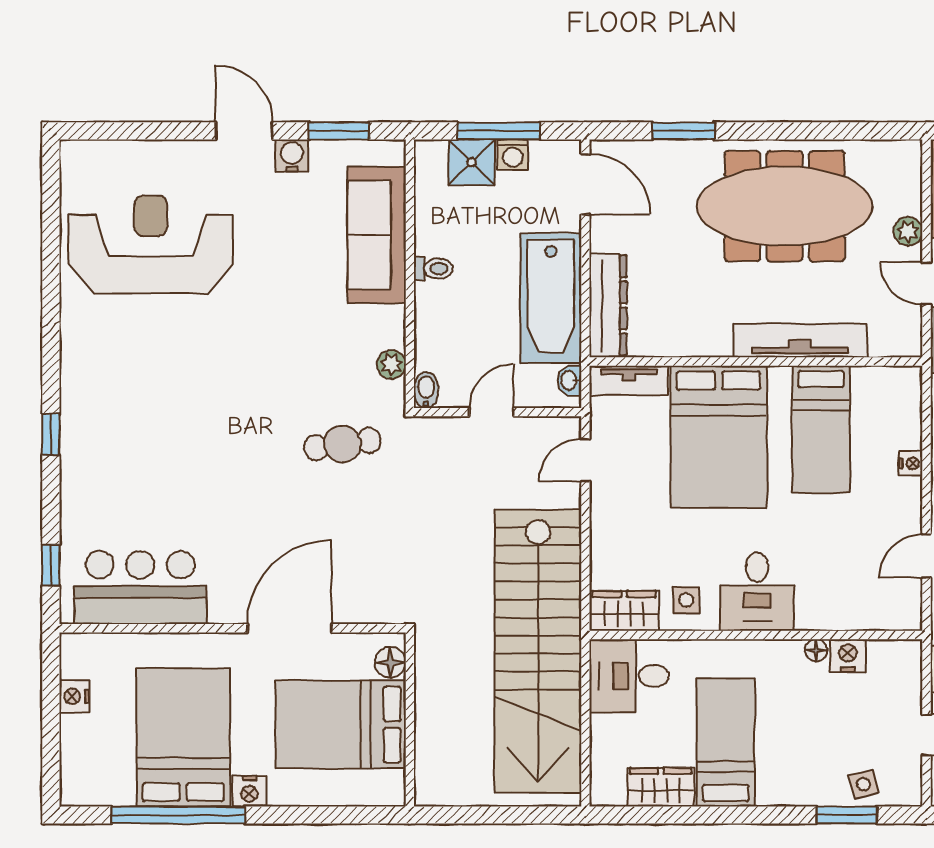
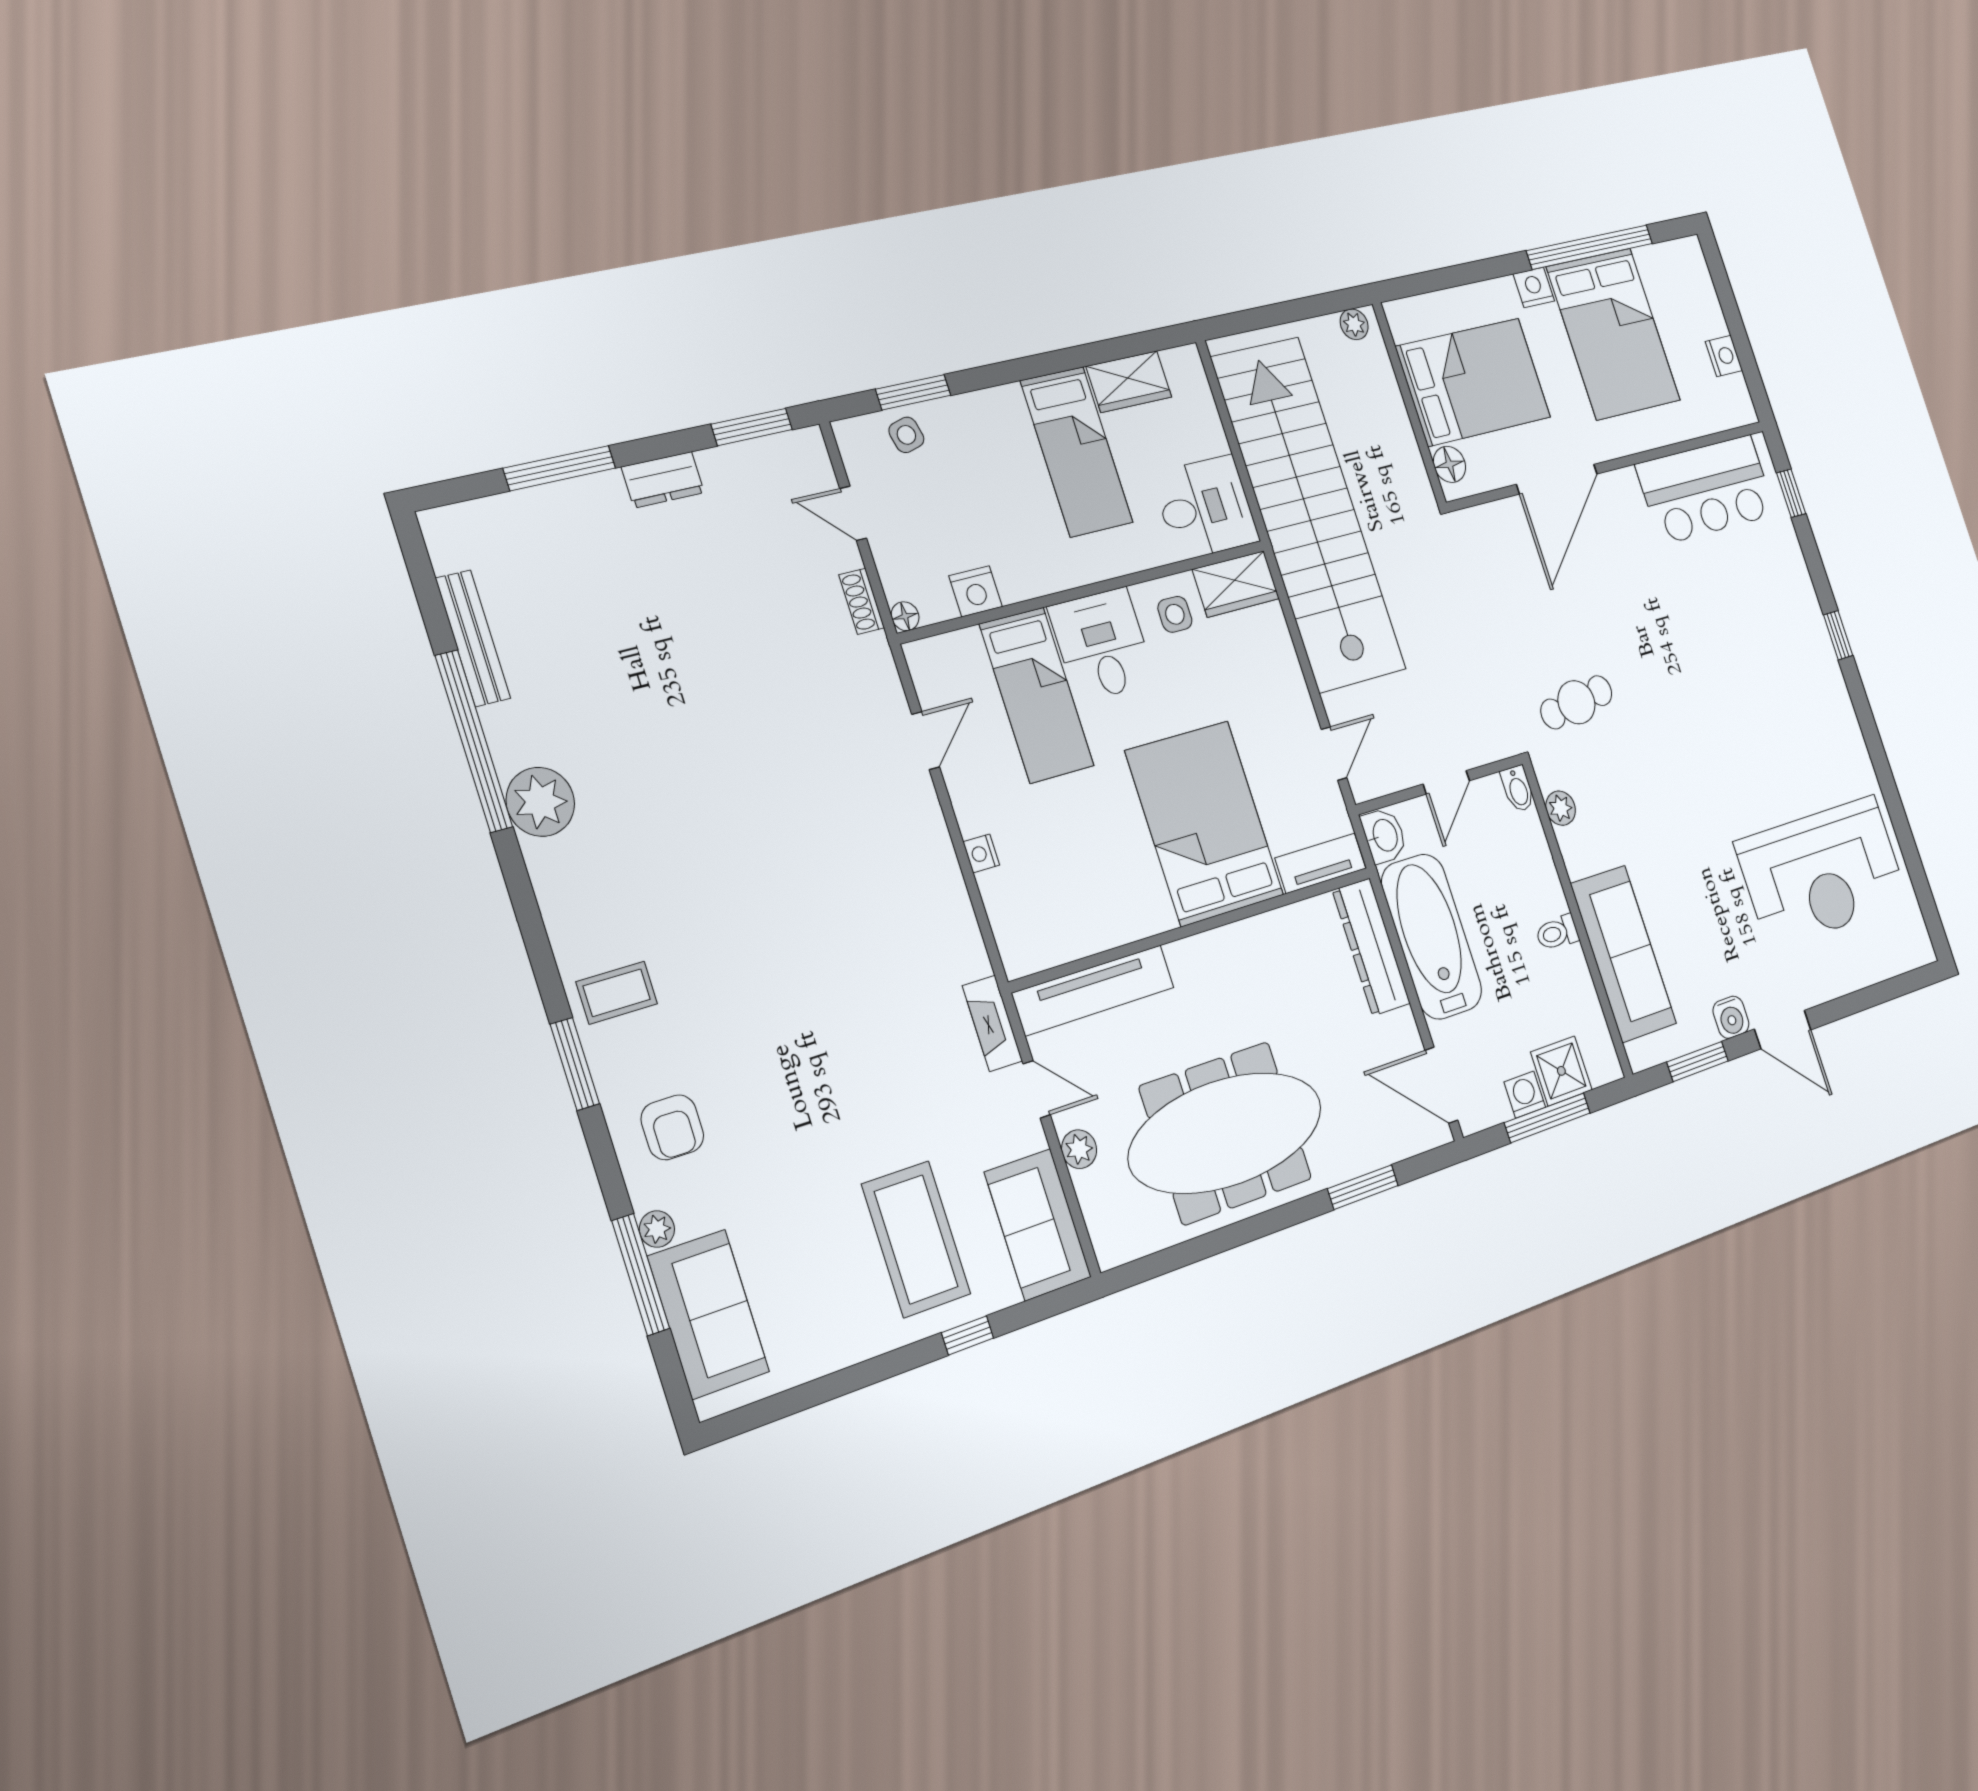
tv unit: (800, 340) -> (1093, 990), moved
washbasin: (569, 381) -> (1384, 836), width x1.38, depth x1.45
bed: (821, 429) -> (1037, 695), moved, turned 180
floor lamp: (816, 650) -> (905, 616), moved
plant: (438, 793) -> (1354, 324), added

